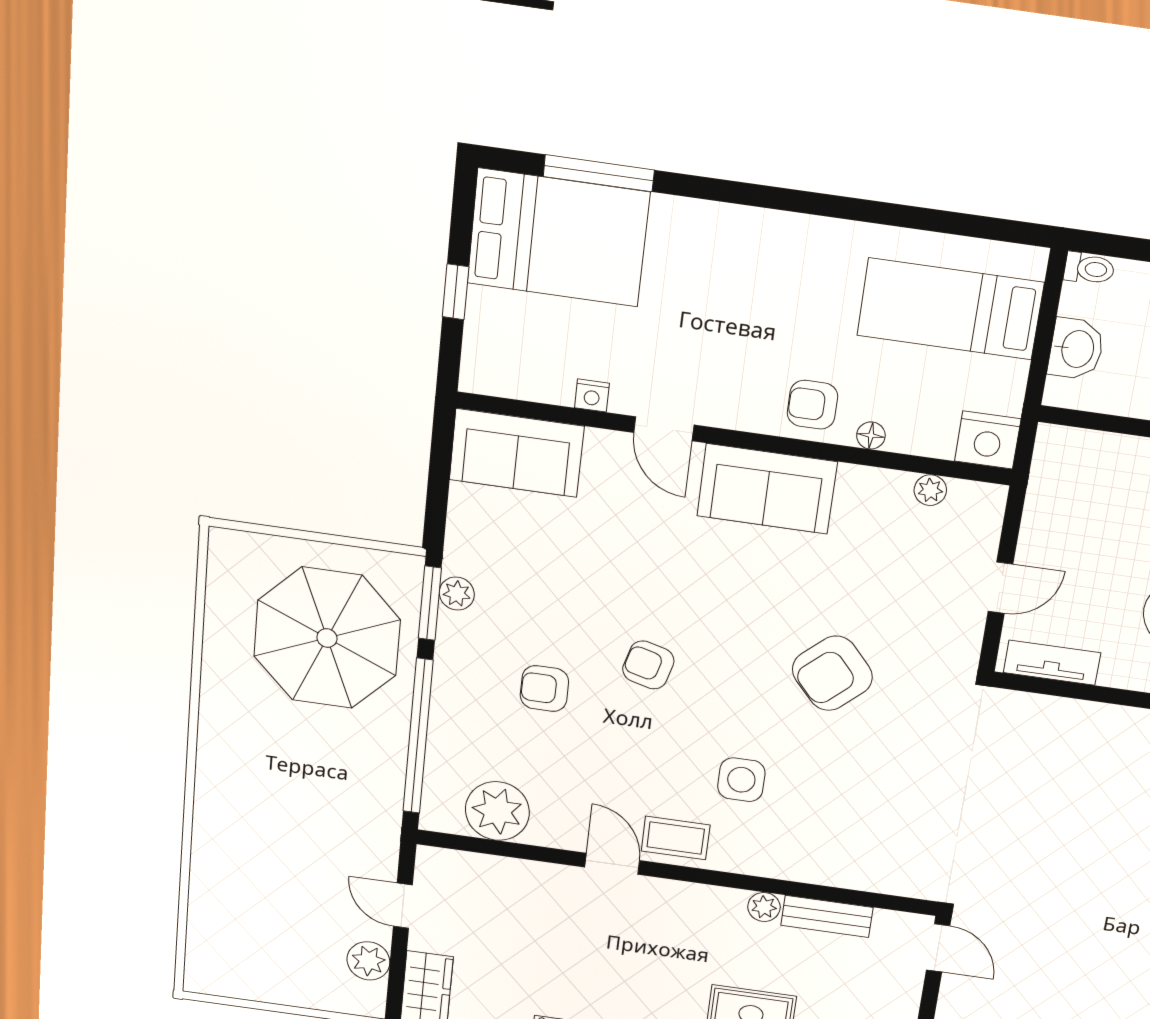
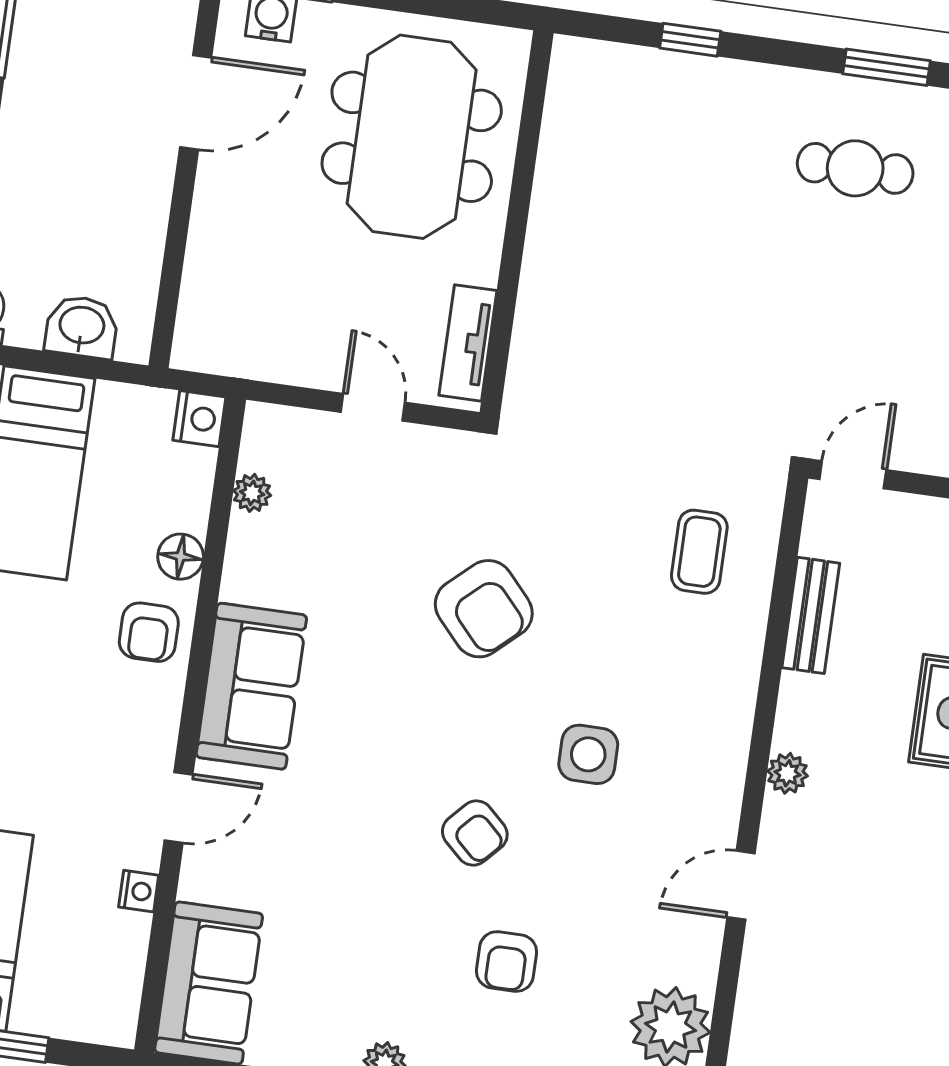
floor lamp: (871, 436) -> (181, 557), width x1.37, depth x1.37
nightstand: (988, 440) -> (199, 419), width x0.74, depth x0.75
armchair: (648, 665) -> (475, 833), turned -62
side table: (741, 780) -> (588, 754), moved
coffee table: (676, 838) -> (699, 552), moved
plant: (764, 907) -> (787, 773), moved

